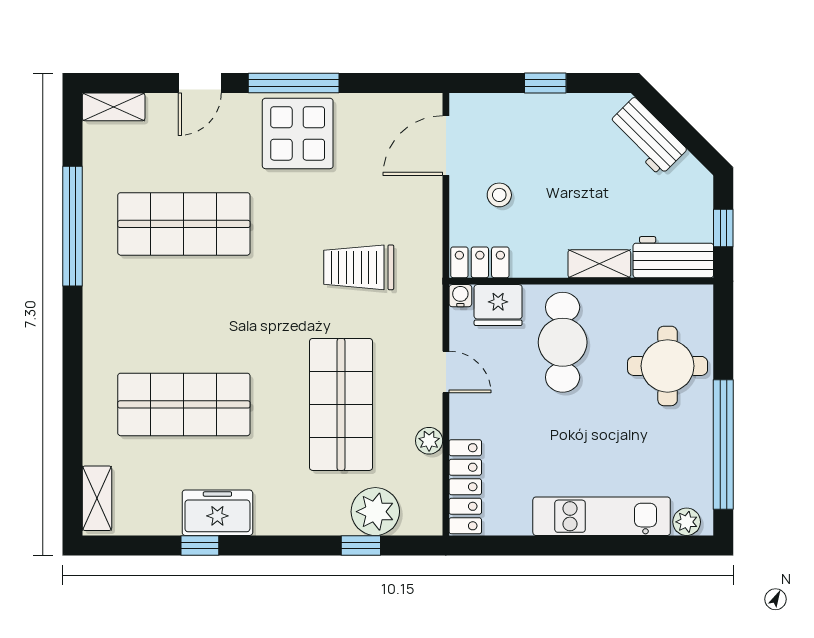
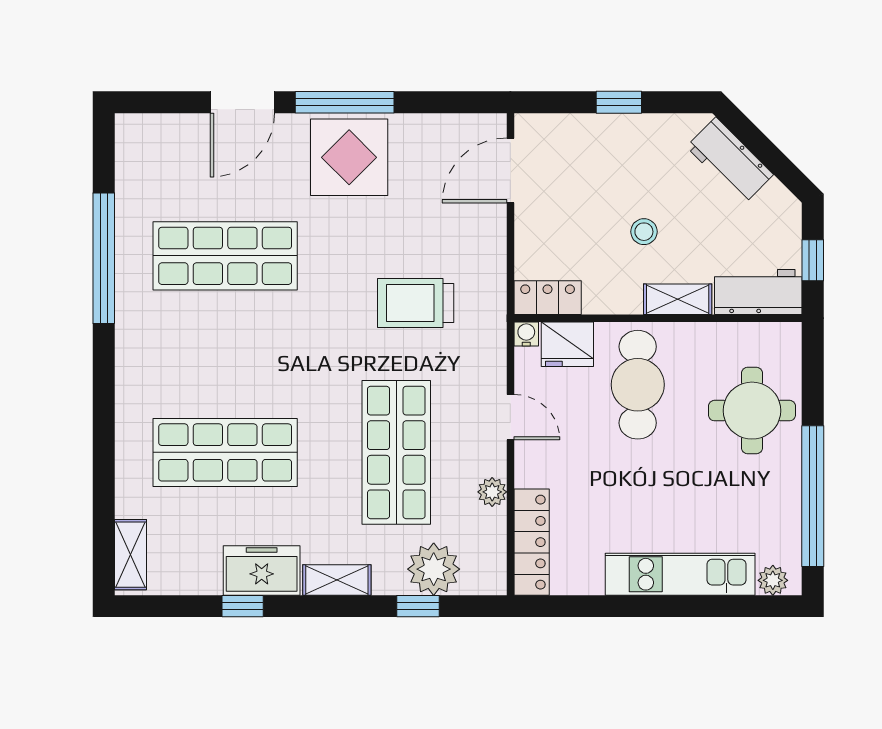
door: (200, 83) -> (242, 102), width x1.38
shelving: (114, 107) -> (337, 580), moved
stool: (499, 195) -> (644, 232), moved

